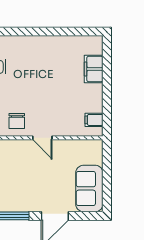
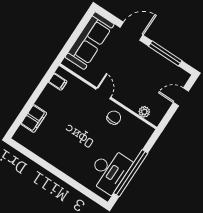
sofa: (89, 188) -> (90, 41), width x1.36

